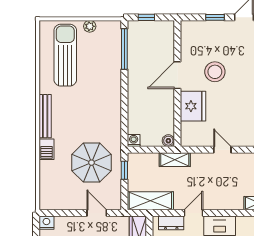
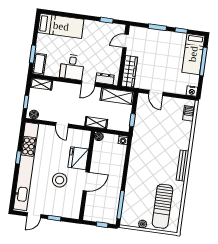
barbecue: (46, 149) -> (189, 113), moved
parasol: (92, 163) -> (155, 129), removed

